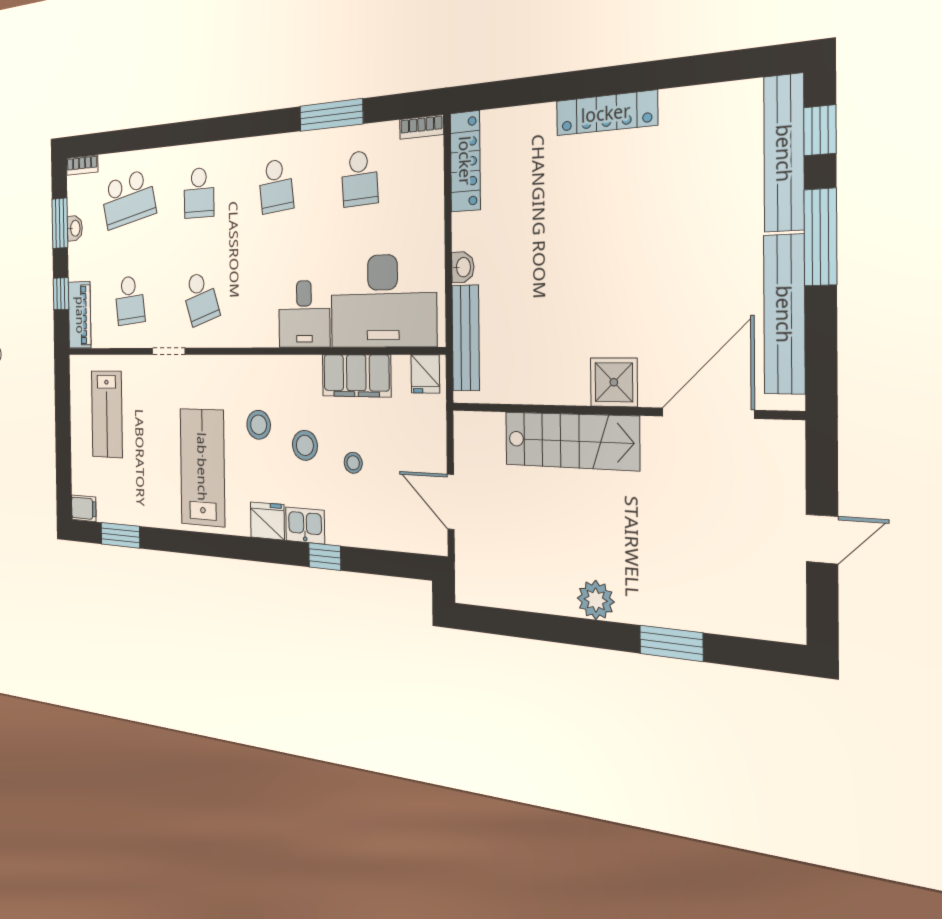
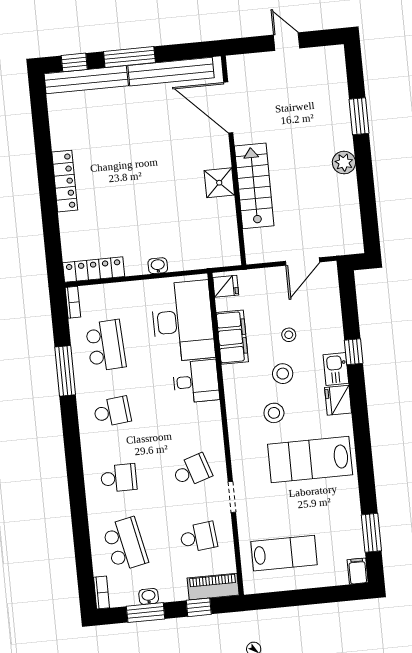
school desk: (359, 178) -> (106, 345), width x1.85
bench: (466, 338) -> (201, 260), removed
shower: (614, 382) -> (219, 183), moved

